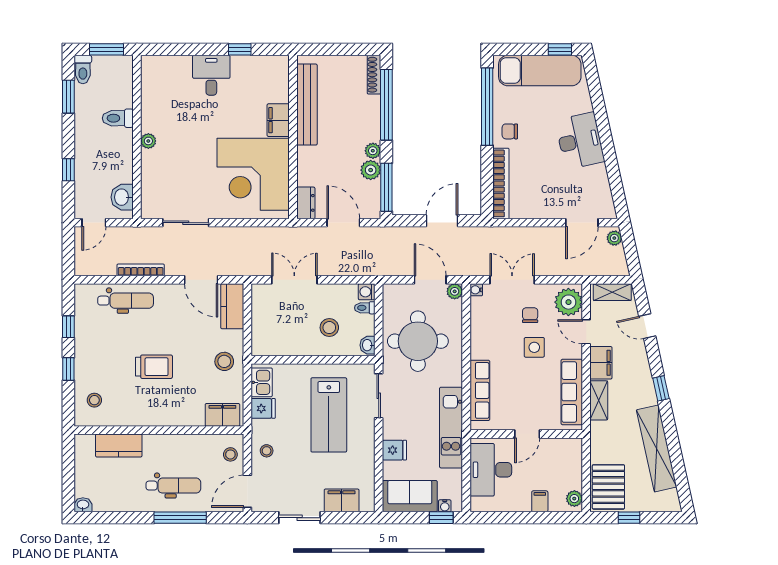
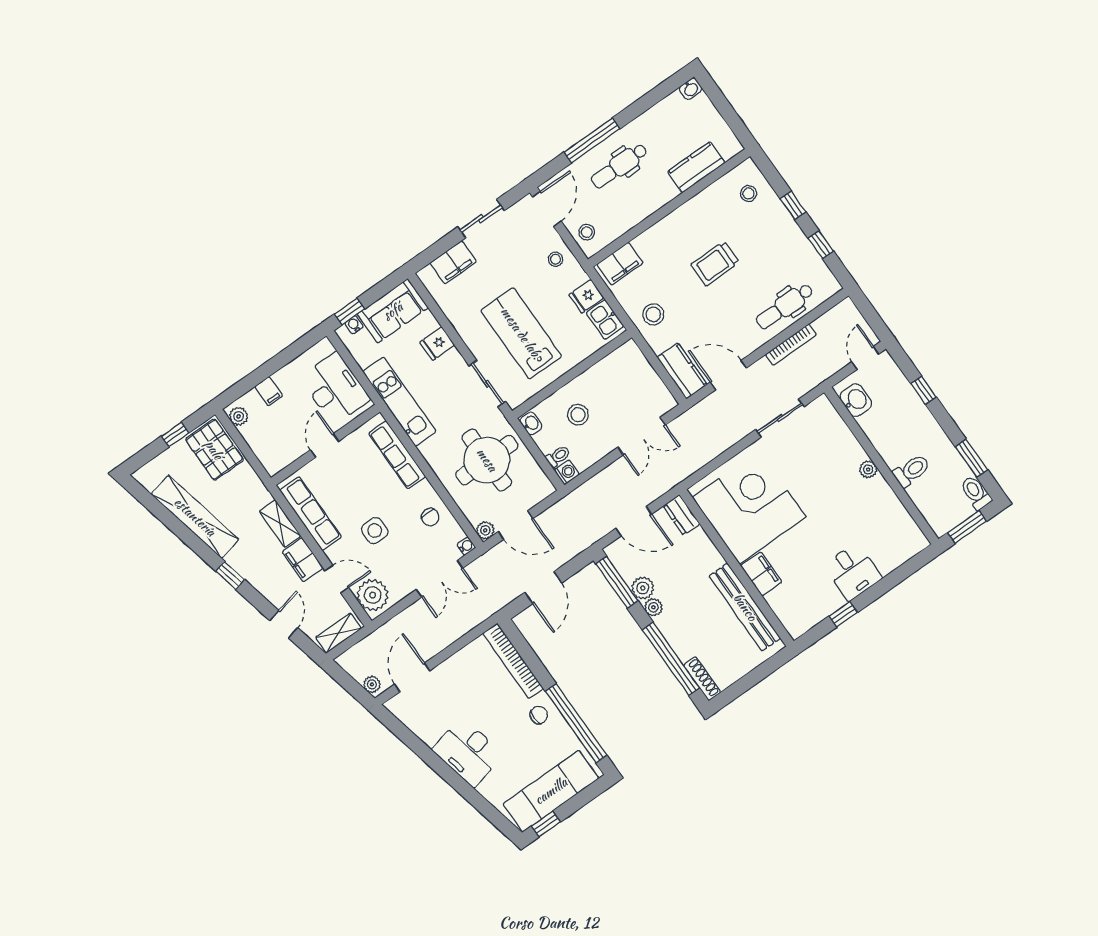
chair: (530, 315) -> (430, 517), moved
door: (647, 326) -> (284, 624), hinge flipped

